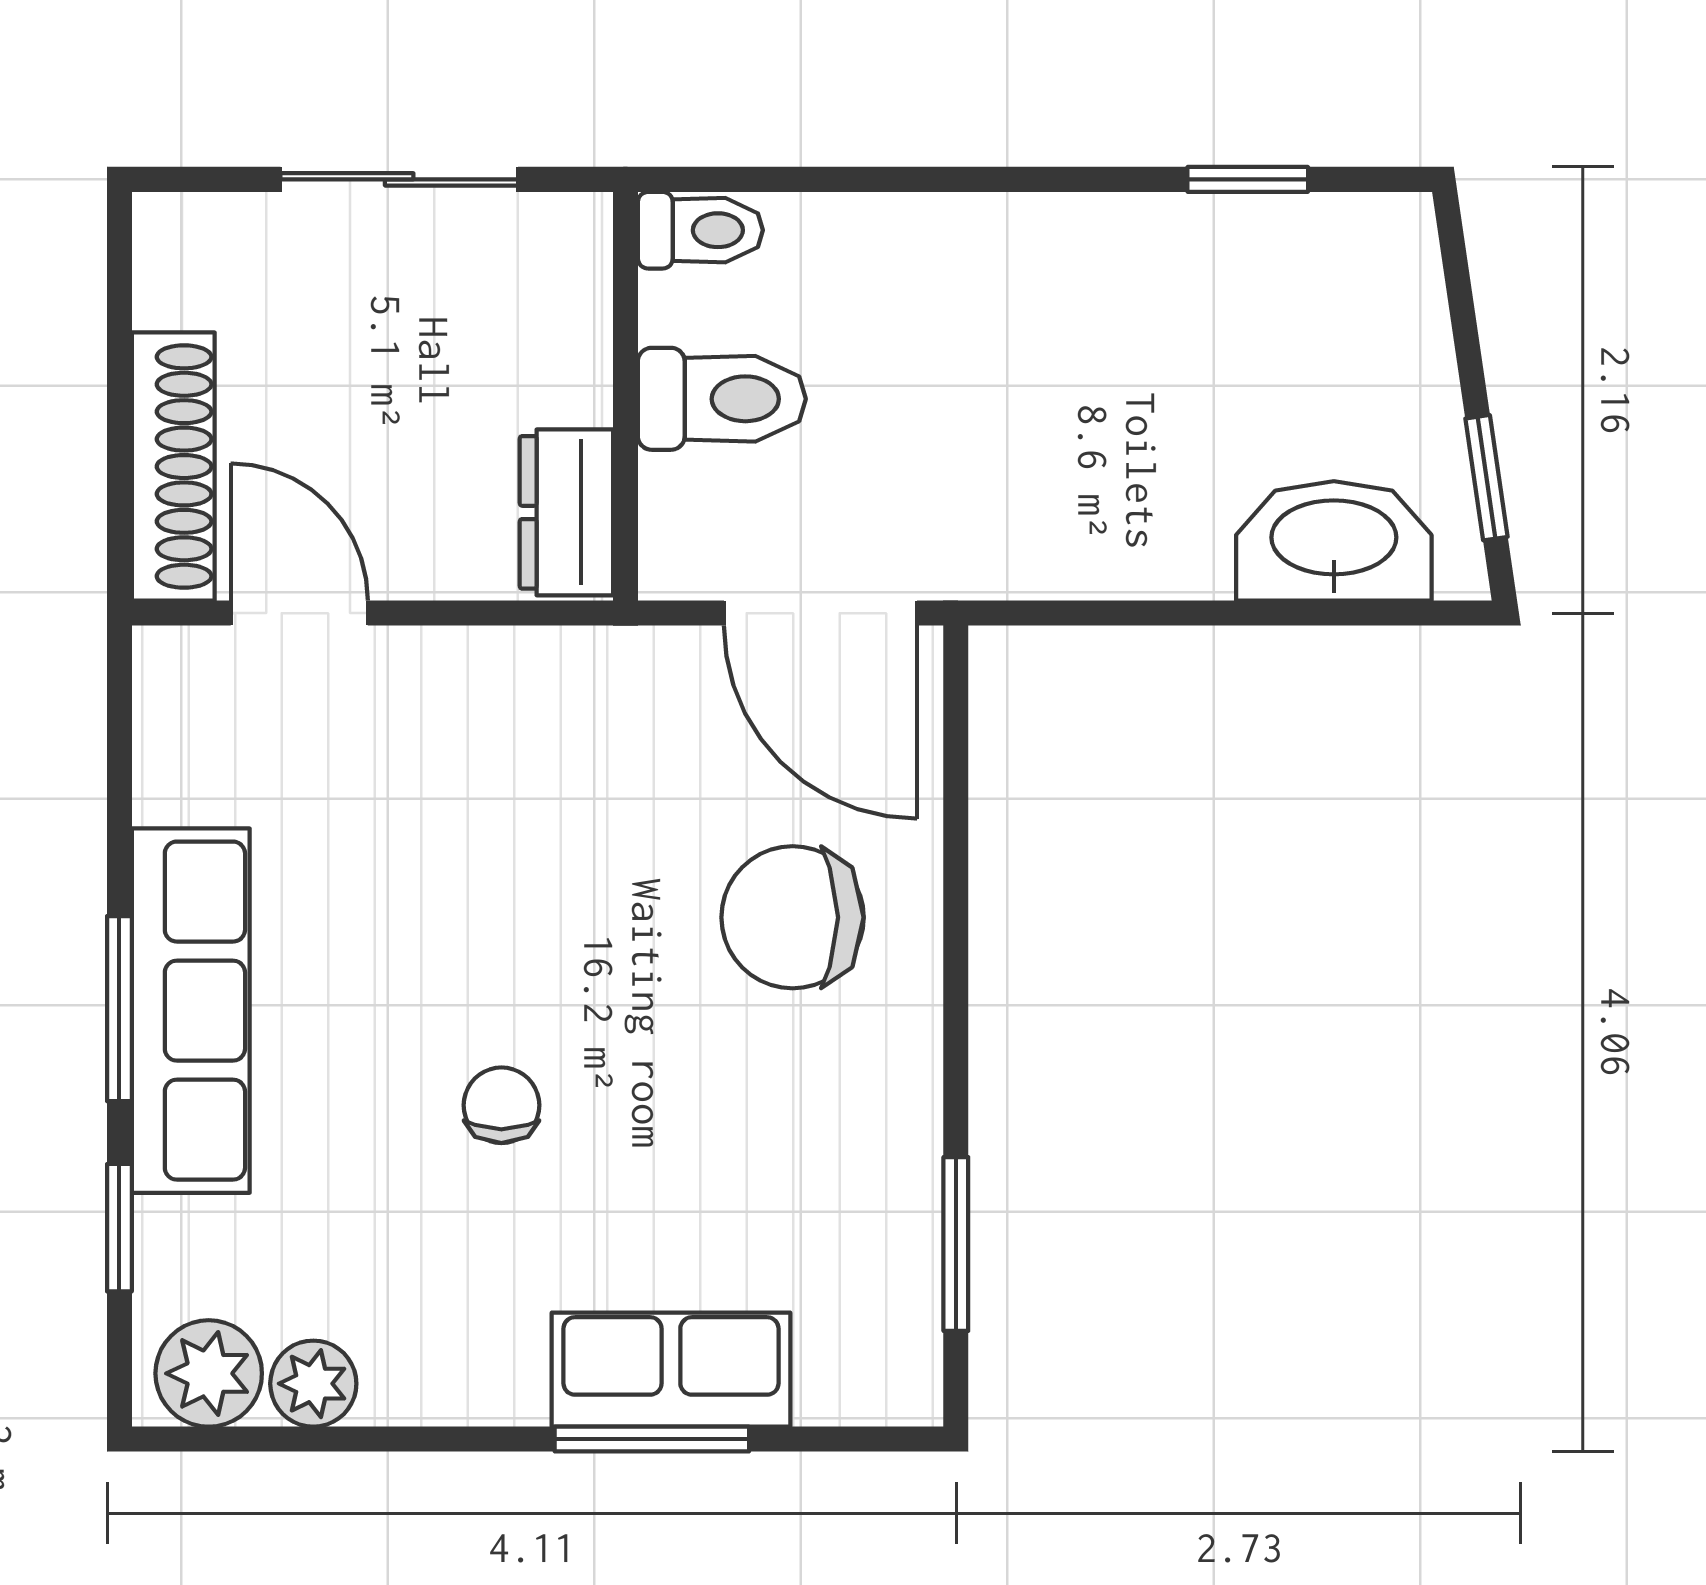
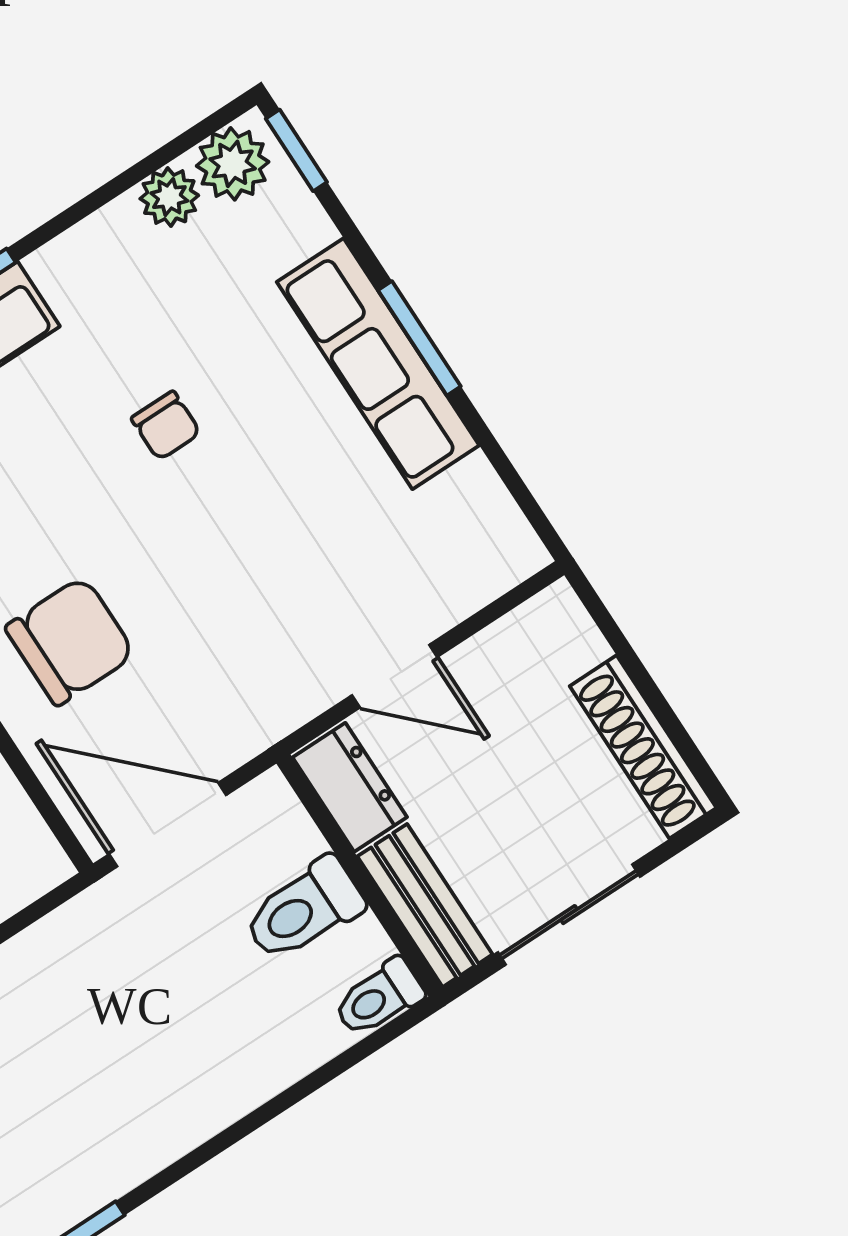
bench: (569, 306) -> (425, 905), added
shoe rack: (173, 467) -> (643, 747), moved
door: (299, 613) -> (395, 676), moved
window: (119, 1228) -> (296, 150), moved

